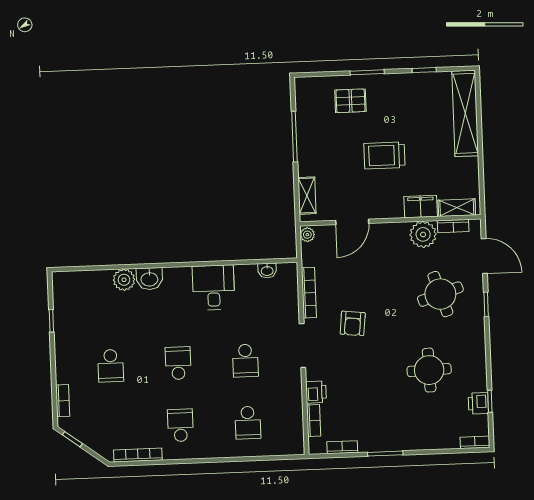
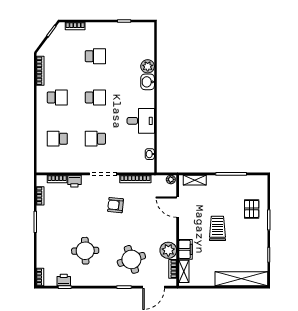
school desk: (111, 366) -> (95, 56), turned 180

